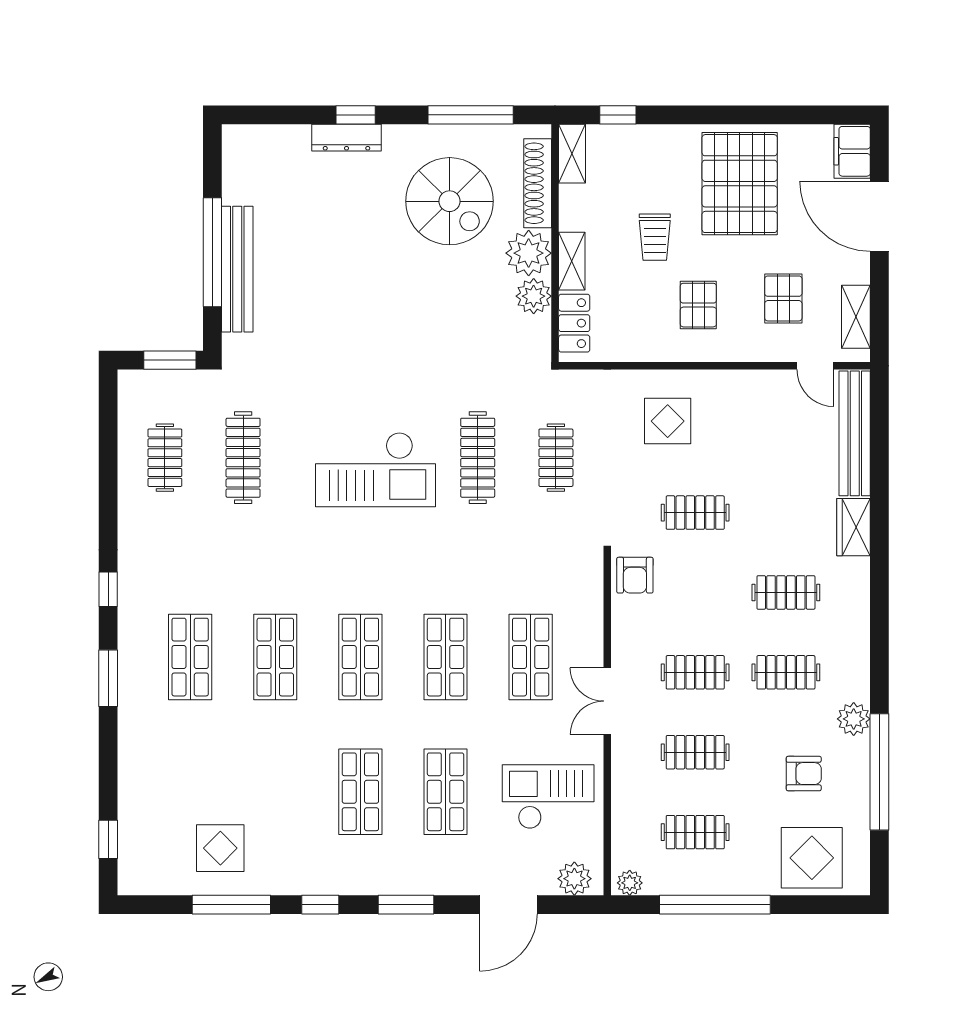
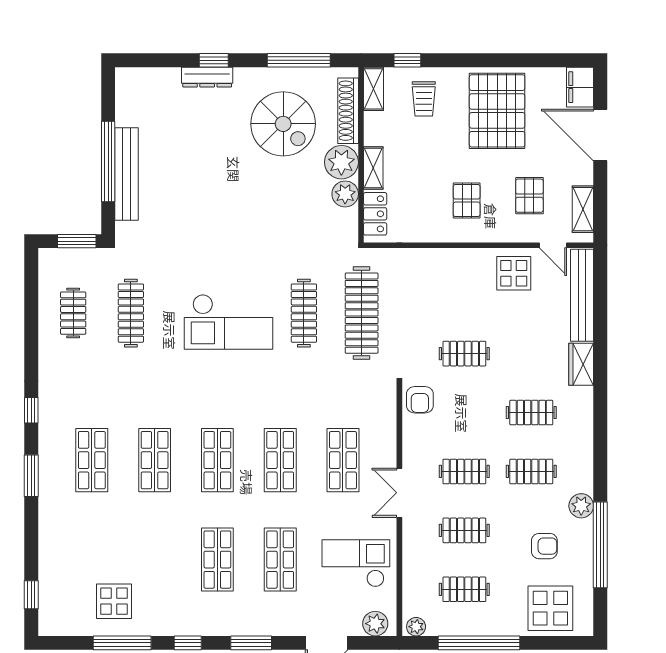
trolley: (655, 237) -> (424, 99), moved
display table: (668, 421) -> (514, 273), moved
clothes rail: (556, 458) -> (362, 313), width x1.86, depth x1.31

